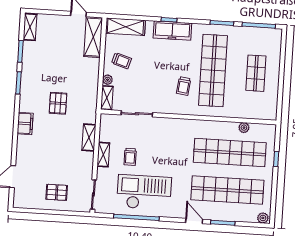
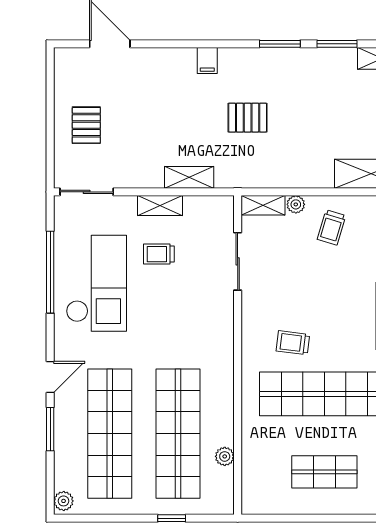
filing cabinet: (25, 123) -> (207, 60), width x0.50

